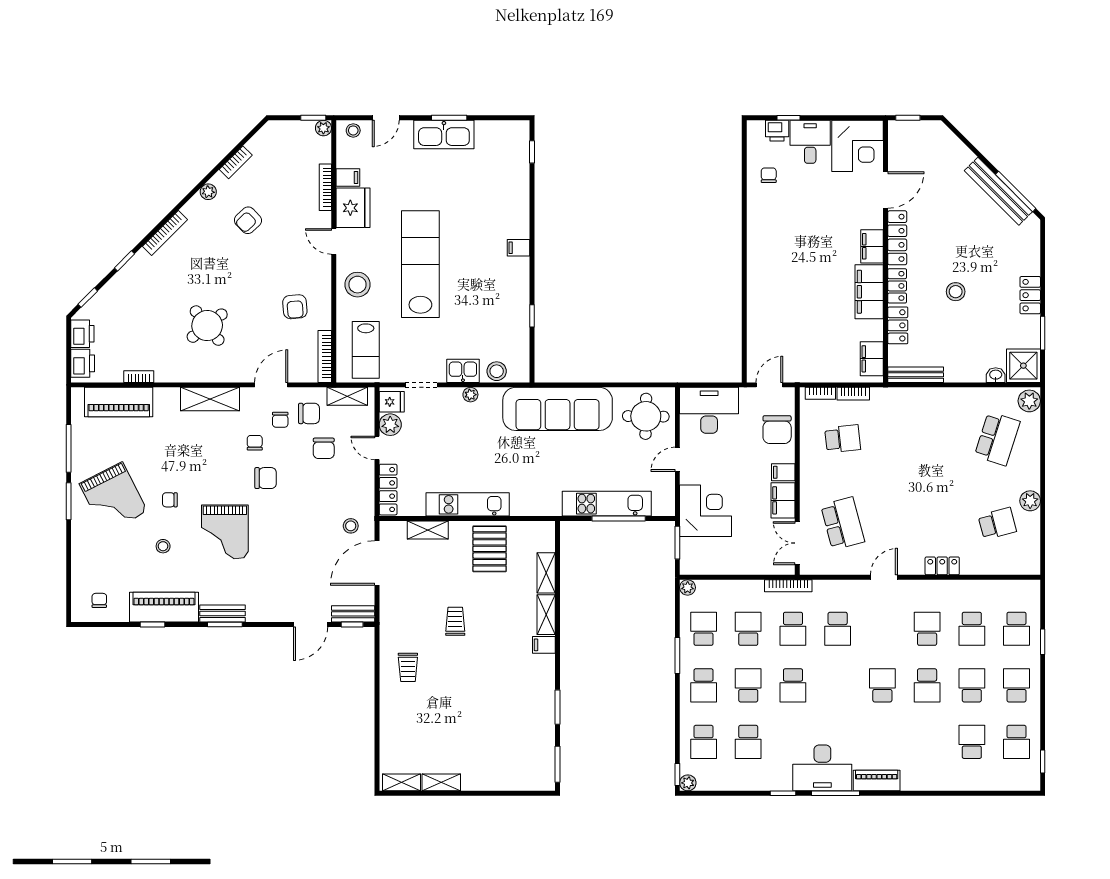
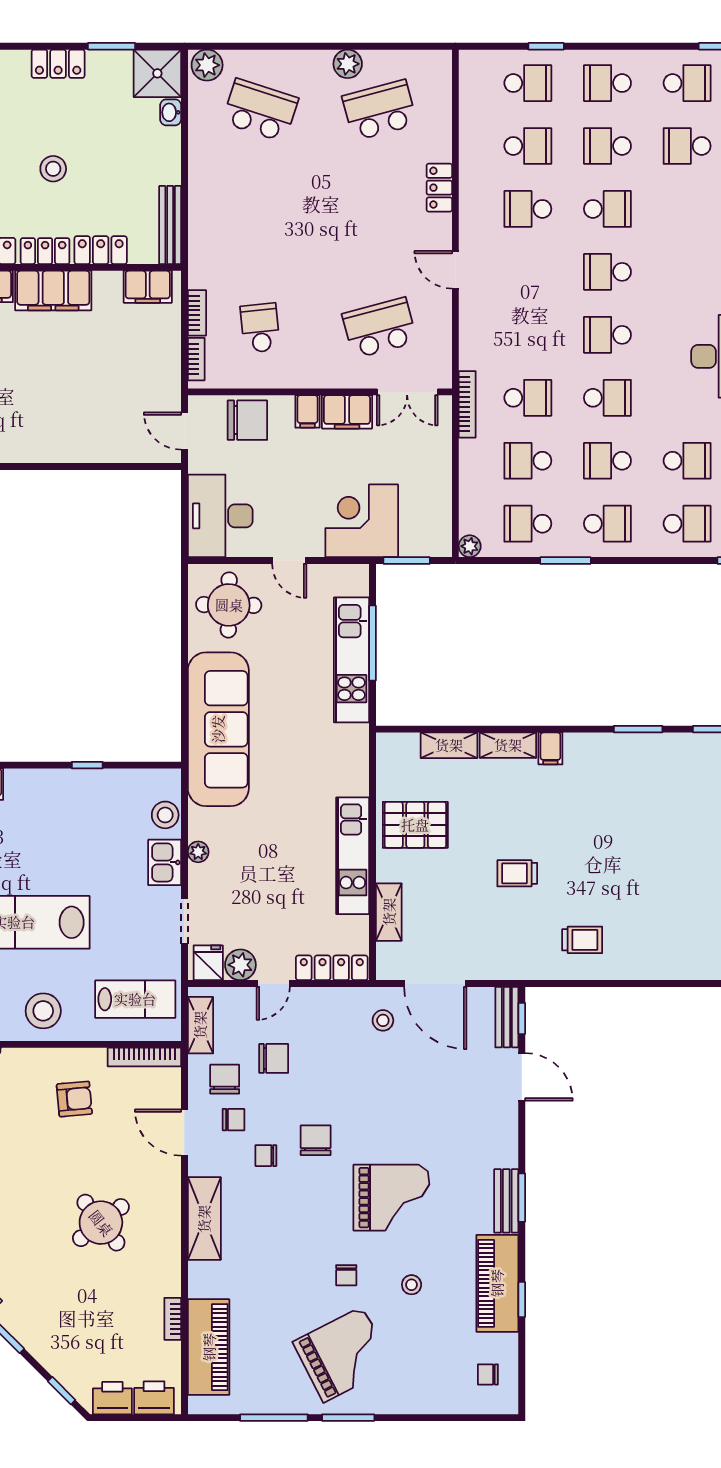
school desk: (997, 524) -> (380, 110), width x1.85
school desk: (838, 629) -> (607, 335), moved, turned 180

